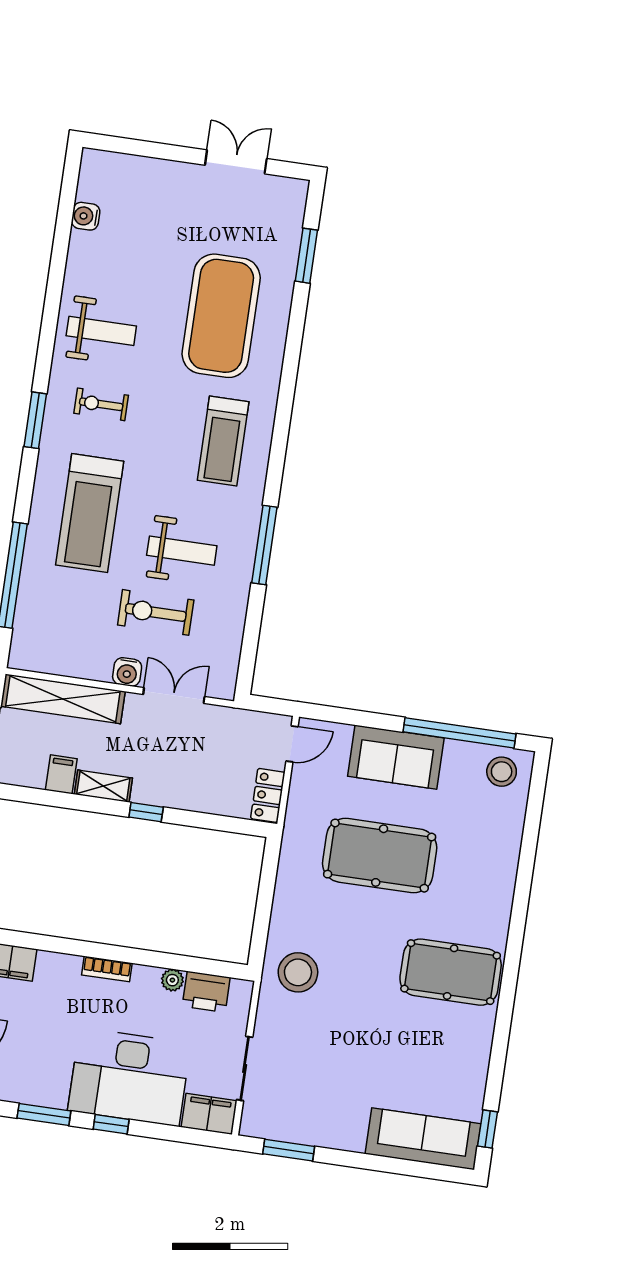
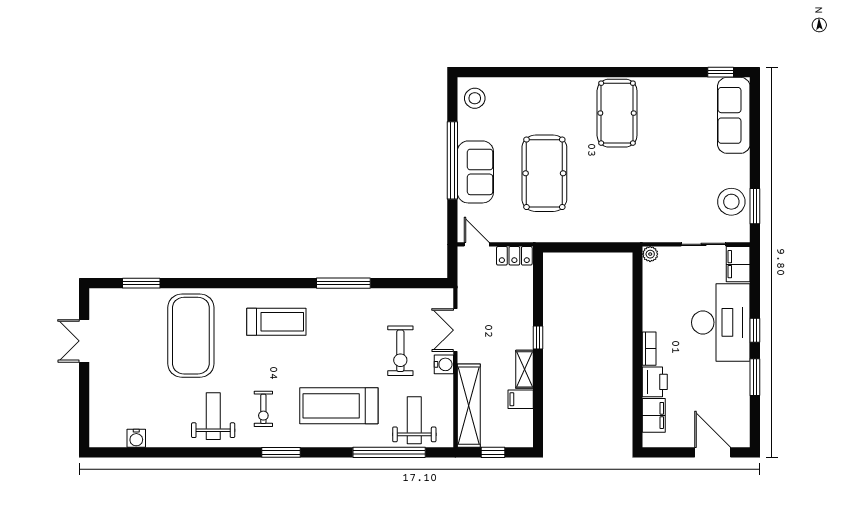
exercise mat: (221, 316) -> (191, 336), turned 90
treadmill: (90, 513) -> (339, 406), turned 180
weight bench: (182, 551) -> (414, 420), moved
window: (459, 733) -> (452, 160), moved
stool: (298, 972) -> (731, 202), moved
plant: (172, 980) -> (650, 254), moved
printer: (206, 992) -> (655, 382), moved

